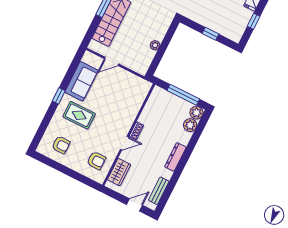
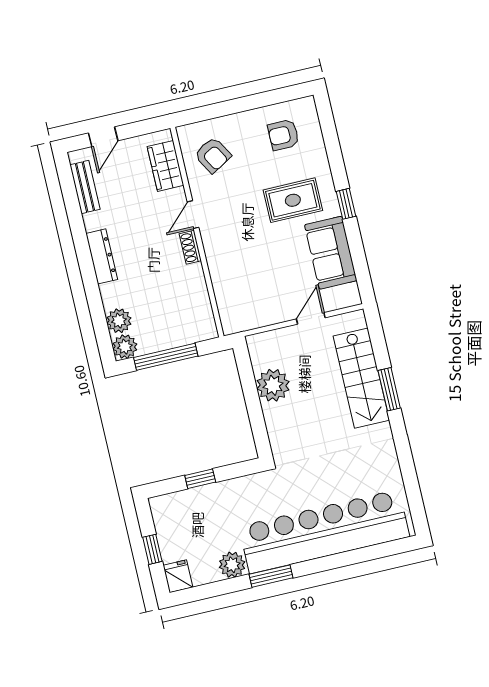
plant: (155, 45) -> (273, 385), width x1.87, depth x1.87
armchair: (96, 161) -> (213, 155), turned -120

